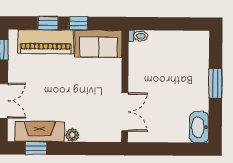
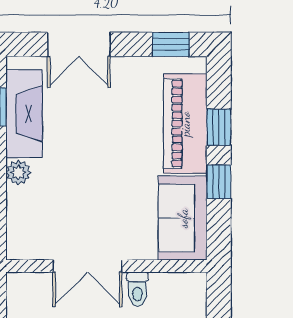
toilet: (138, 36) -> (137, 289), moved
double door: (125, 112) -> (87, 266), moved

